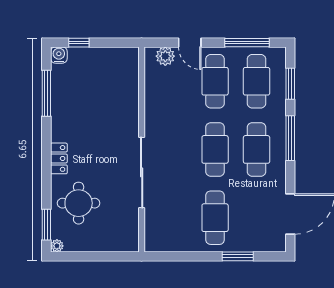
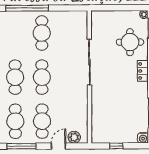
window: (79, 43) -> (116, 146), moved
door: (190, 43) -> (58, 146), hinge flipped
window: (238, 256) -> (27, 8), width x2.11

